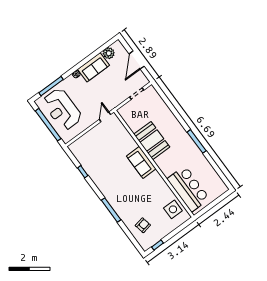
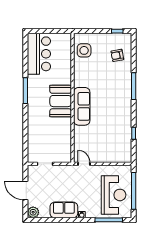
plant: (109, 53) -> (33, 212), moved
door: (137, 60) -> (25, 190), swing flipped
door: (105, 117) -> (84, 164), swing flipped
booth: (152, 141) -> (61, 101), moved
sofa: (141, 162) -> (82, 106), width x1.36
bar counter: (188, 189) -> (39, 54), moved, turned 180

